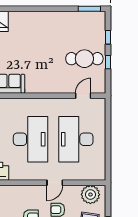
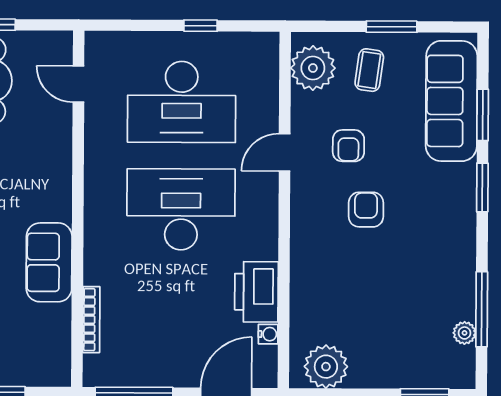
window: (108, 147) -> (201, 26), added
door: (55, 183) -> (285, 152), swing flipped

